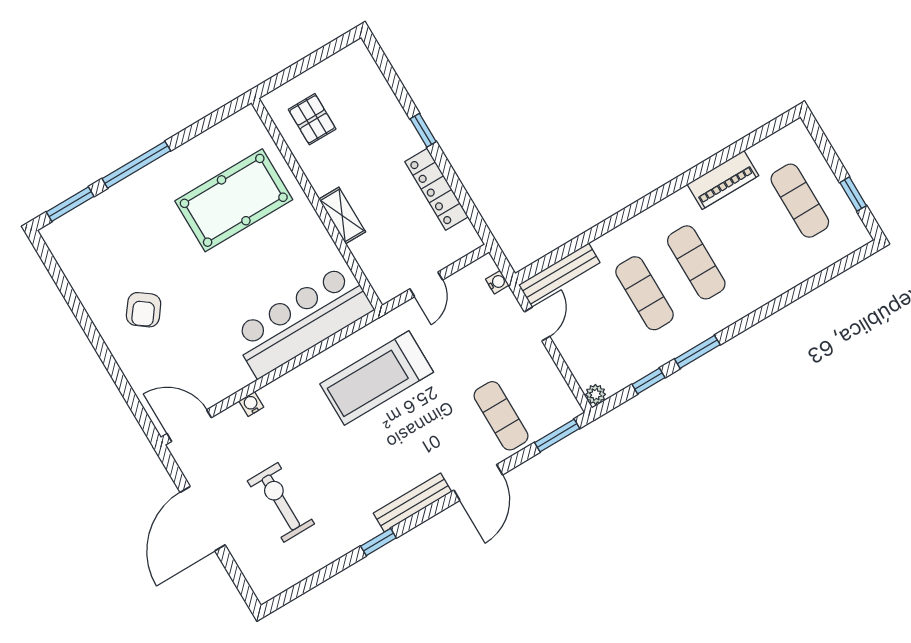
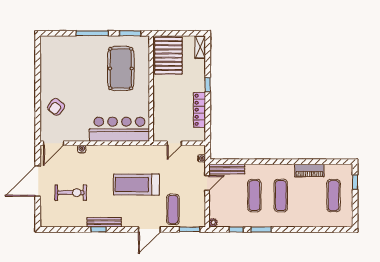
pallet: (312, 119) -> (168, 56), width x2.05, depth x2.00
window: (853, 194) -> (355, 182), moved
pool table: (234, 200) -> (121, 68), turned 90
window: (70, 204) -> (130, 33), moved
shelving: (342, 216) -> (200, 47), moved
armchair: (144, 310) -> (56, 107), moved
treadmill: (377, 378) -> (136, 185), moved
door: (189, 426) -> (54, 143), swing flipped
exercise bike: (281, 502) -> (71, 193), turned 90
bench: (412, 503) -> (104, 222), moved

